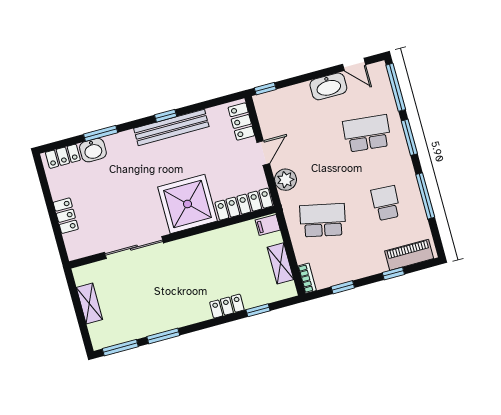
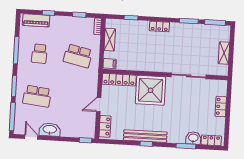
plant: (286, 180) -> (91, 86), removed
locker: (227, 306) -> (159, 26), moved

